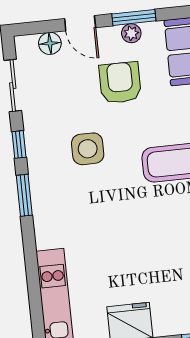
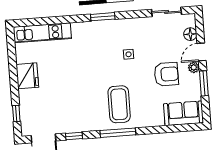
plant: (131, 33) -> (194, 67), moved
window: (19, 144) -> (132, 14), removed
side table: (88, 149) -> (129, 54), width x0.54, depth x0.54

